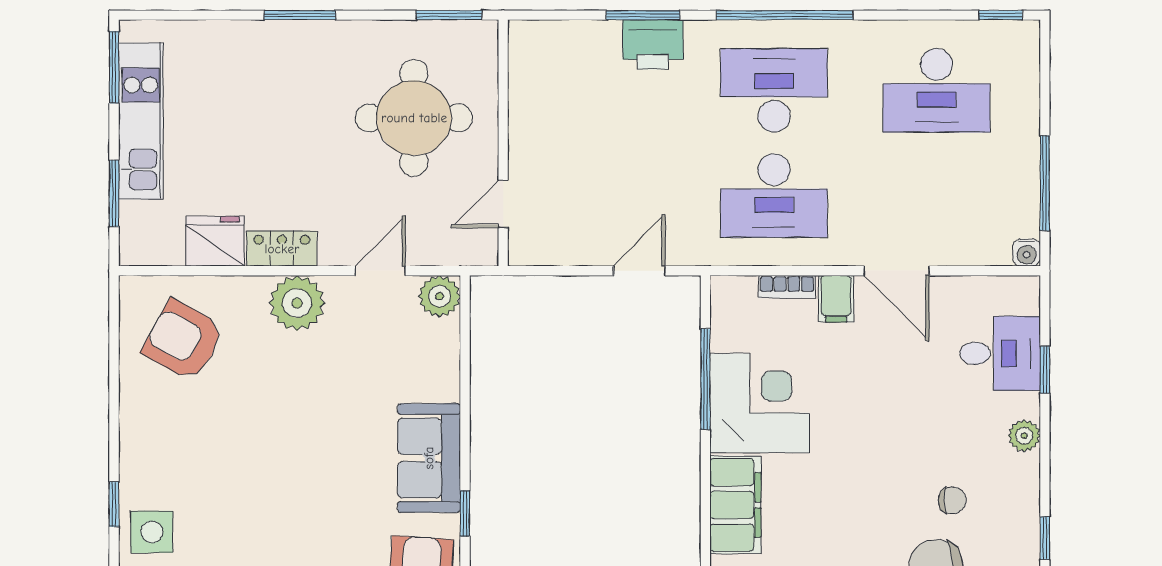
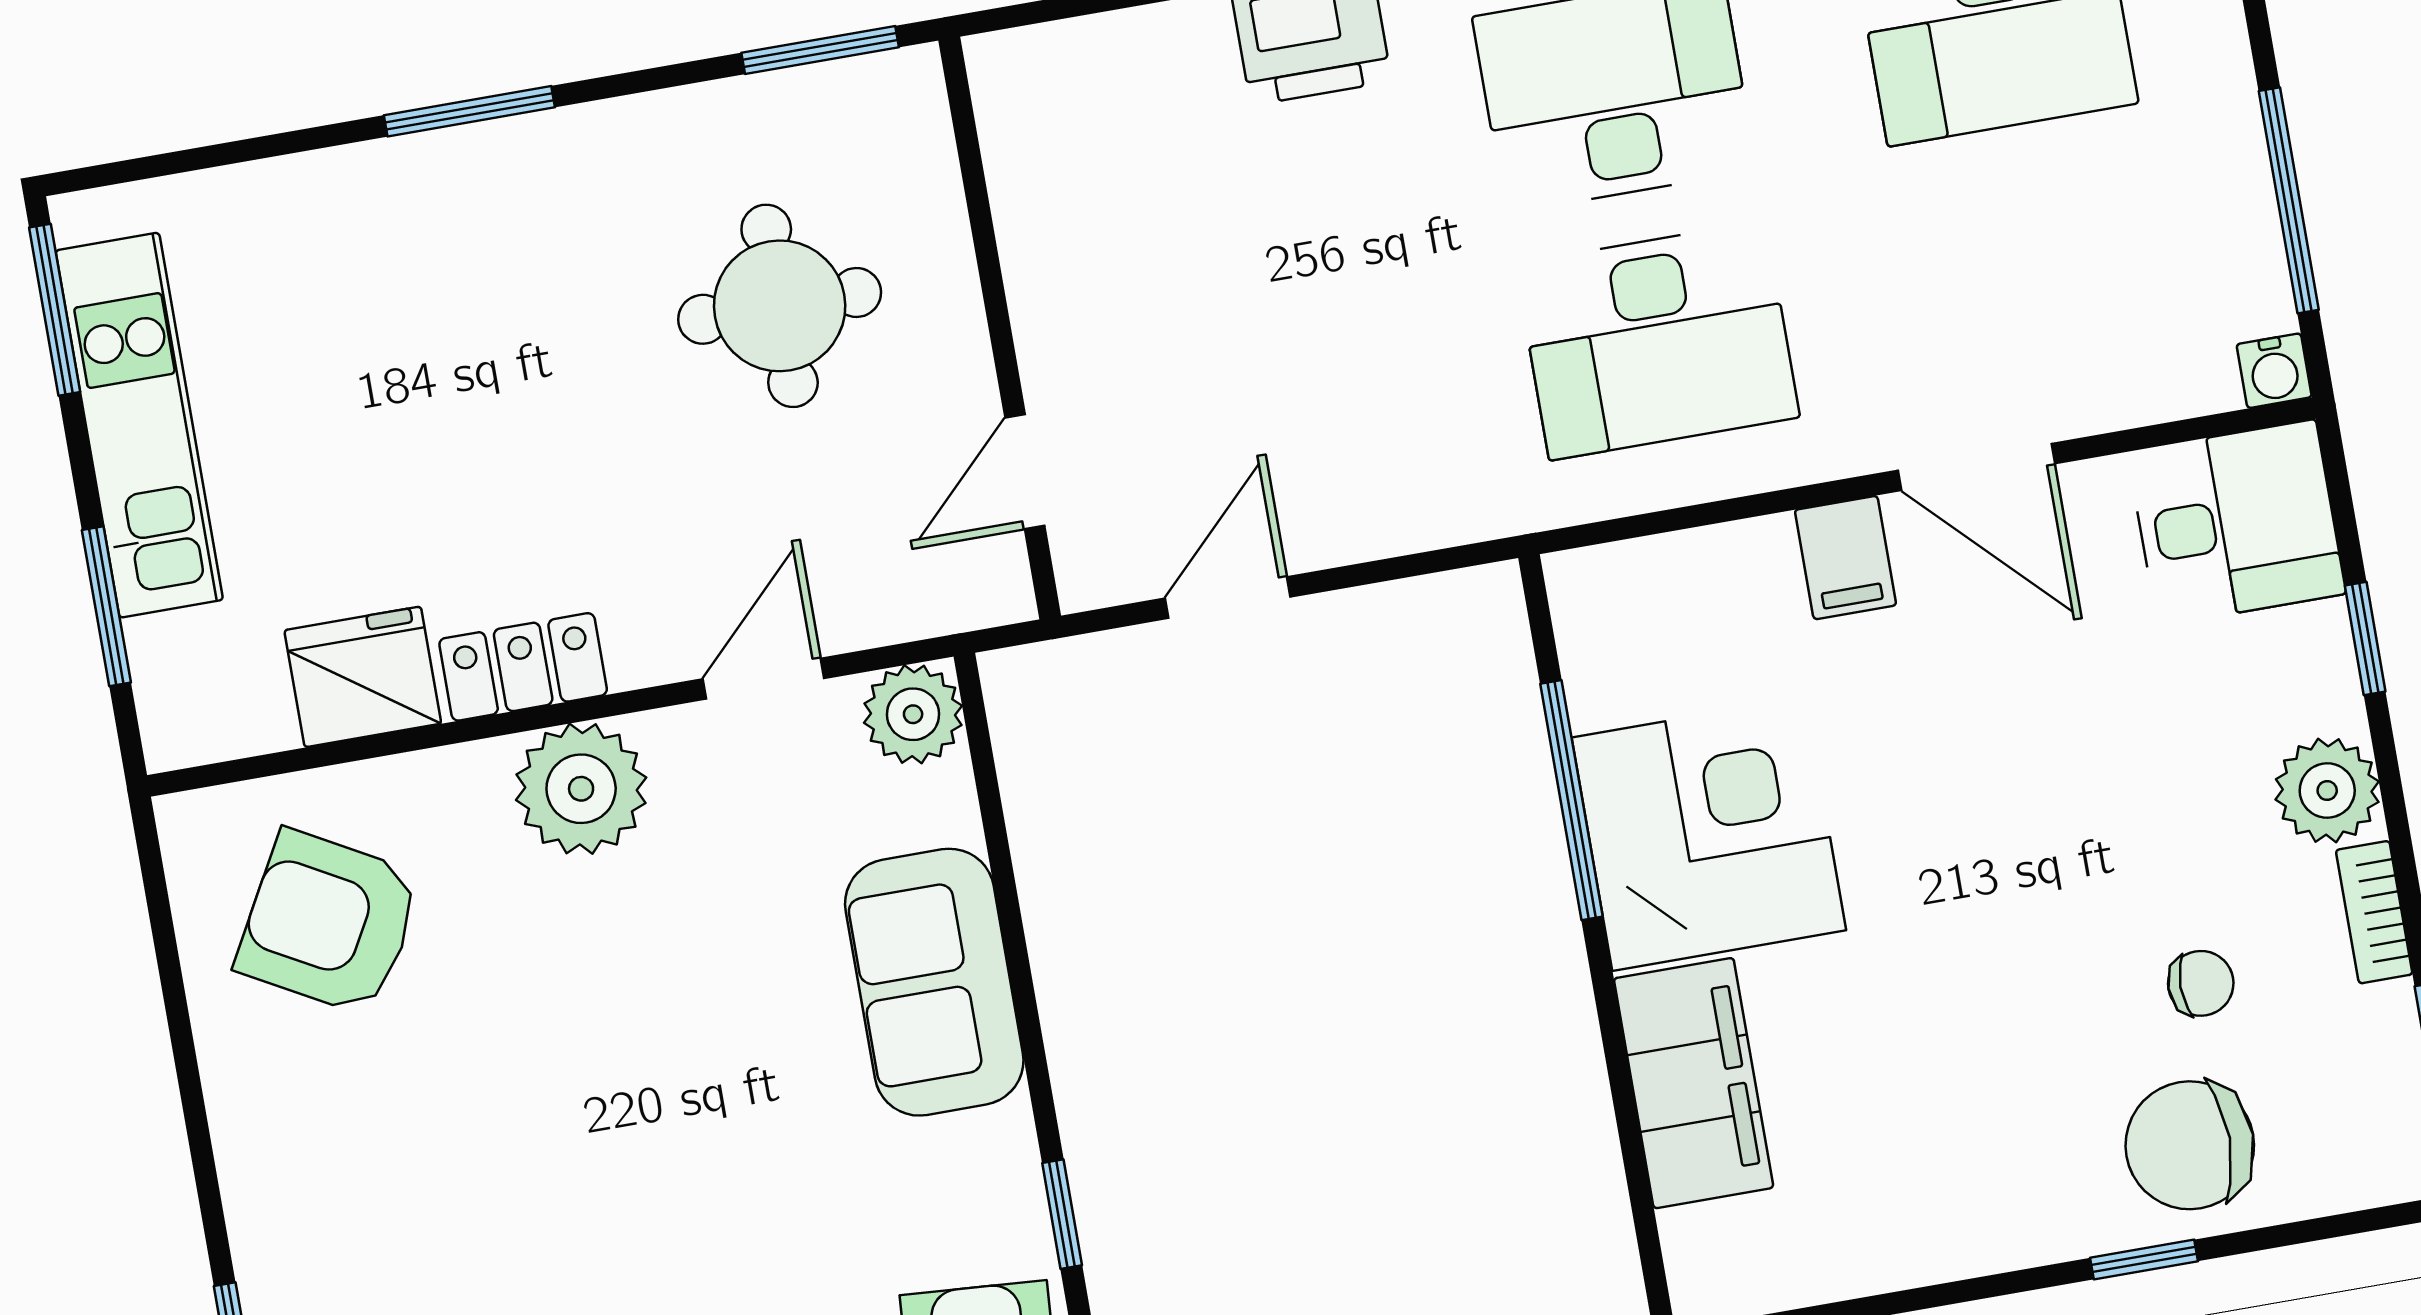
round table: (414, 118) -> (780, 306), width x0.73, depth x0.73
door: (639, 271) -> (1228, 598), moved
bookcase: (787, 287) -> (2374, 912), moved, turned 90
desk: (1000, 353) -> (2237, 523), moved
plant: (1024, 436) -> (2327, 791), width x1.38, depth x1.38
sofa: (429, 458) -> (934, 982), moved

